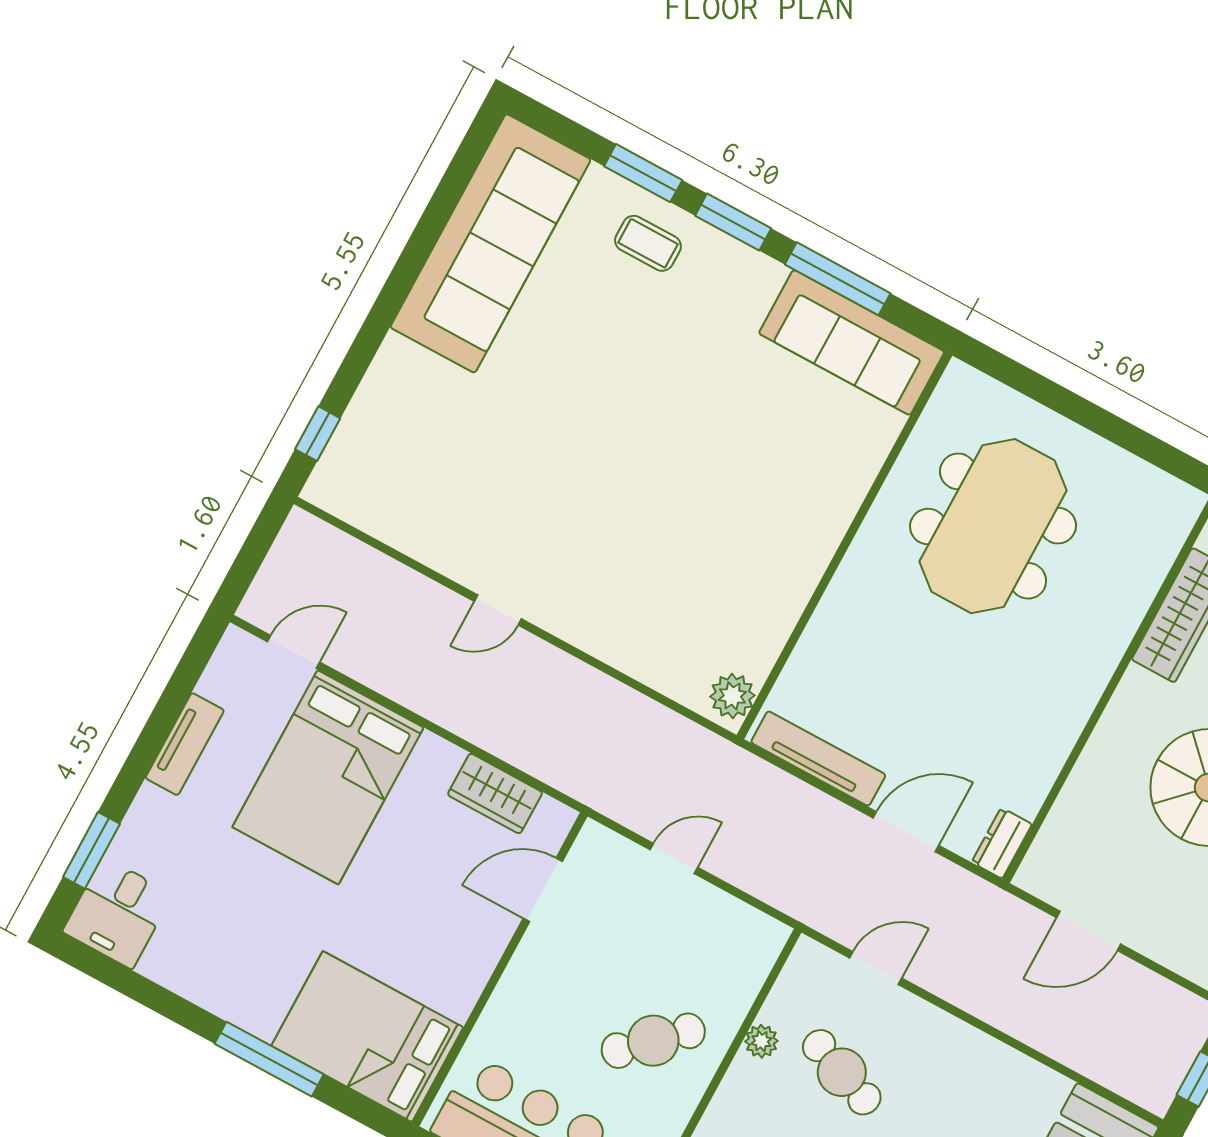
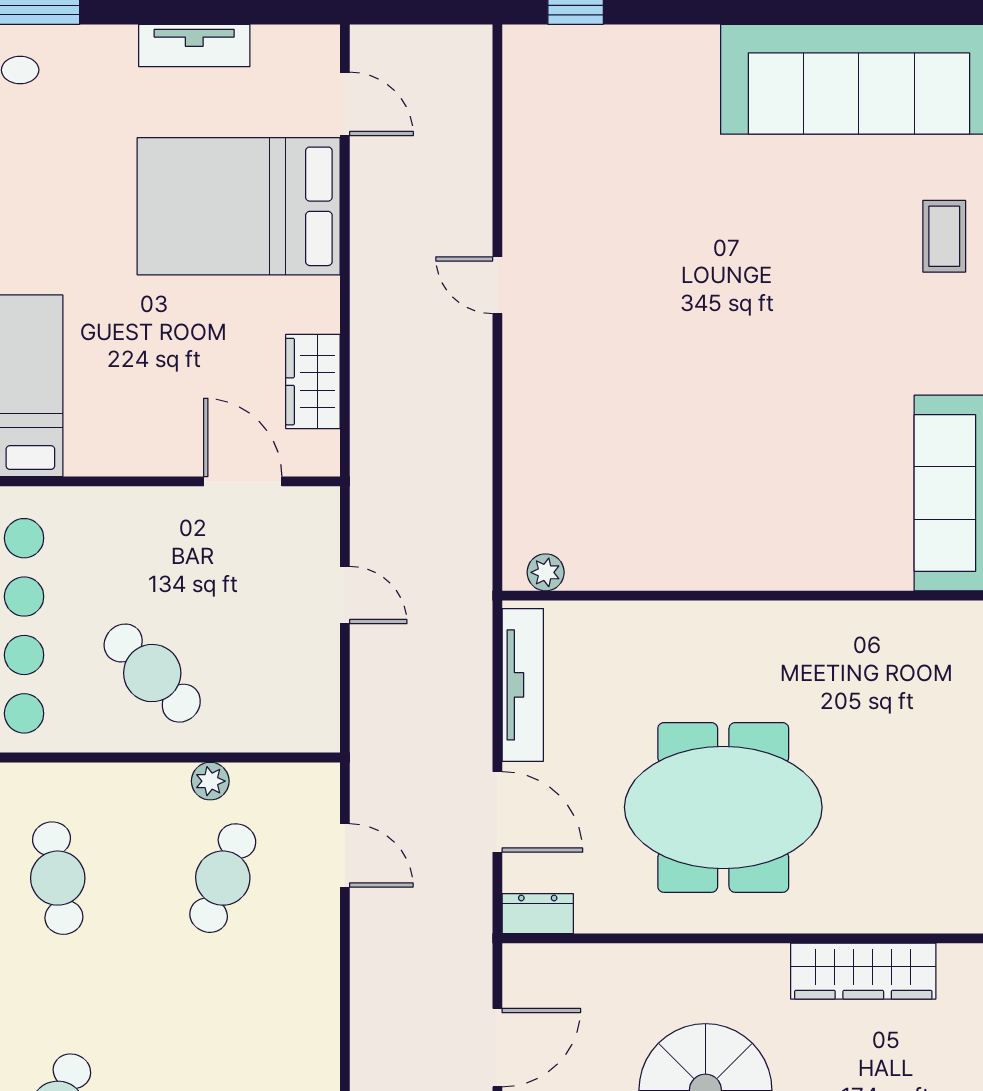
meeting table: (993, 526) -> (723, 807), moved
plant: (732, 696) -> (546, 572), width x0.73, depth x0.73
door: (1089, 931) -> (497, 1048), swing flipped

